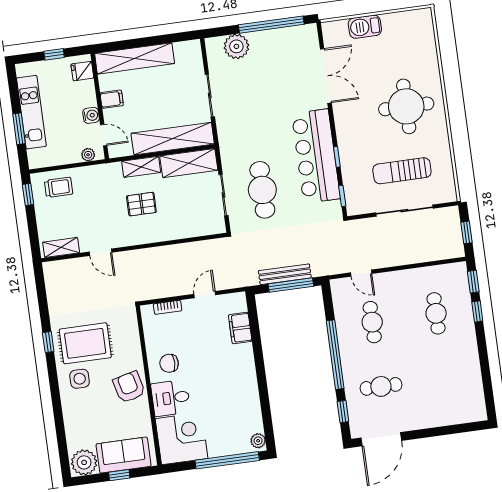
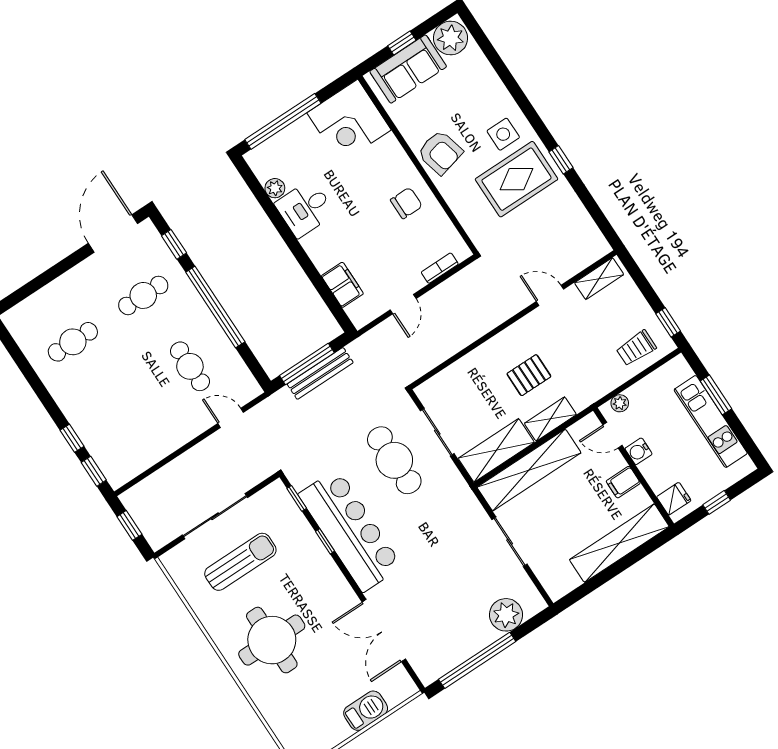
cafe table: (436, 313) -> (73, 342), moved, turned 90
desk: (171, 398) -> (305, 209), moved, turned 180
plant: (258, 441) -> (275, 188), moved

